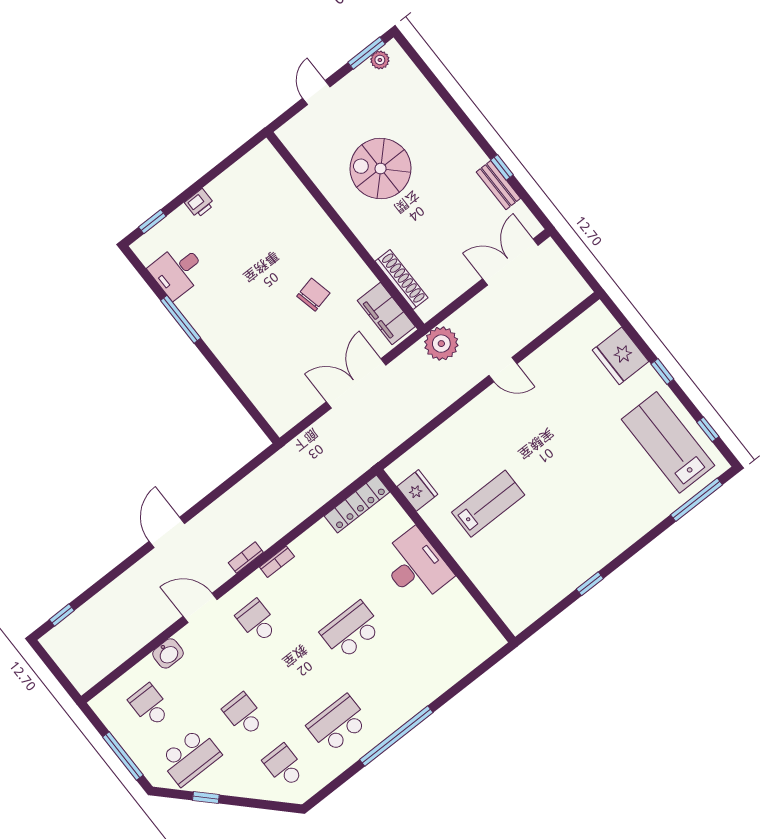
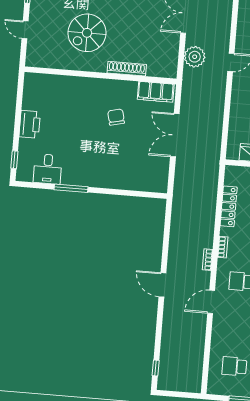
printer: (200, 203) -> (30, 124), width x1.87, depth x1.48
shoe rack: (402, 279) -> (127, 69), moved
plant: (441, 344) -> (195, 57), moved
locker: (357, 504) -> (229, 206), moved
washbasin: (168, 653) -> (218, 336), removed

